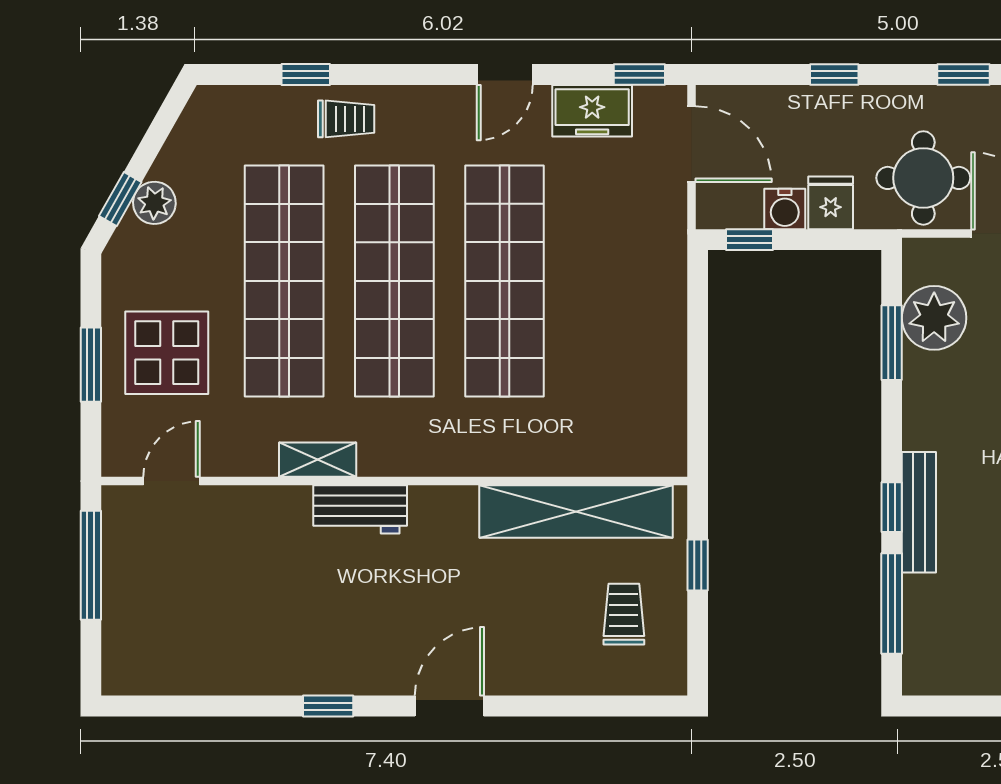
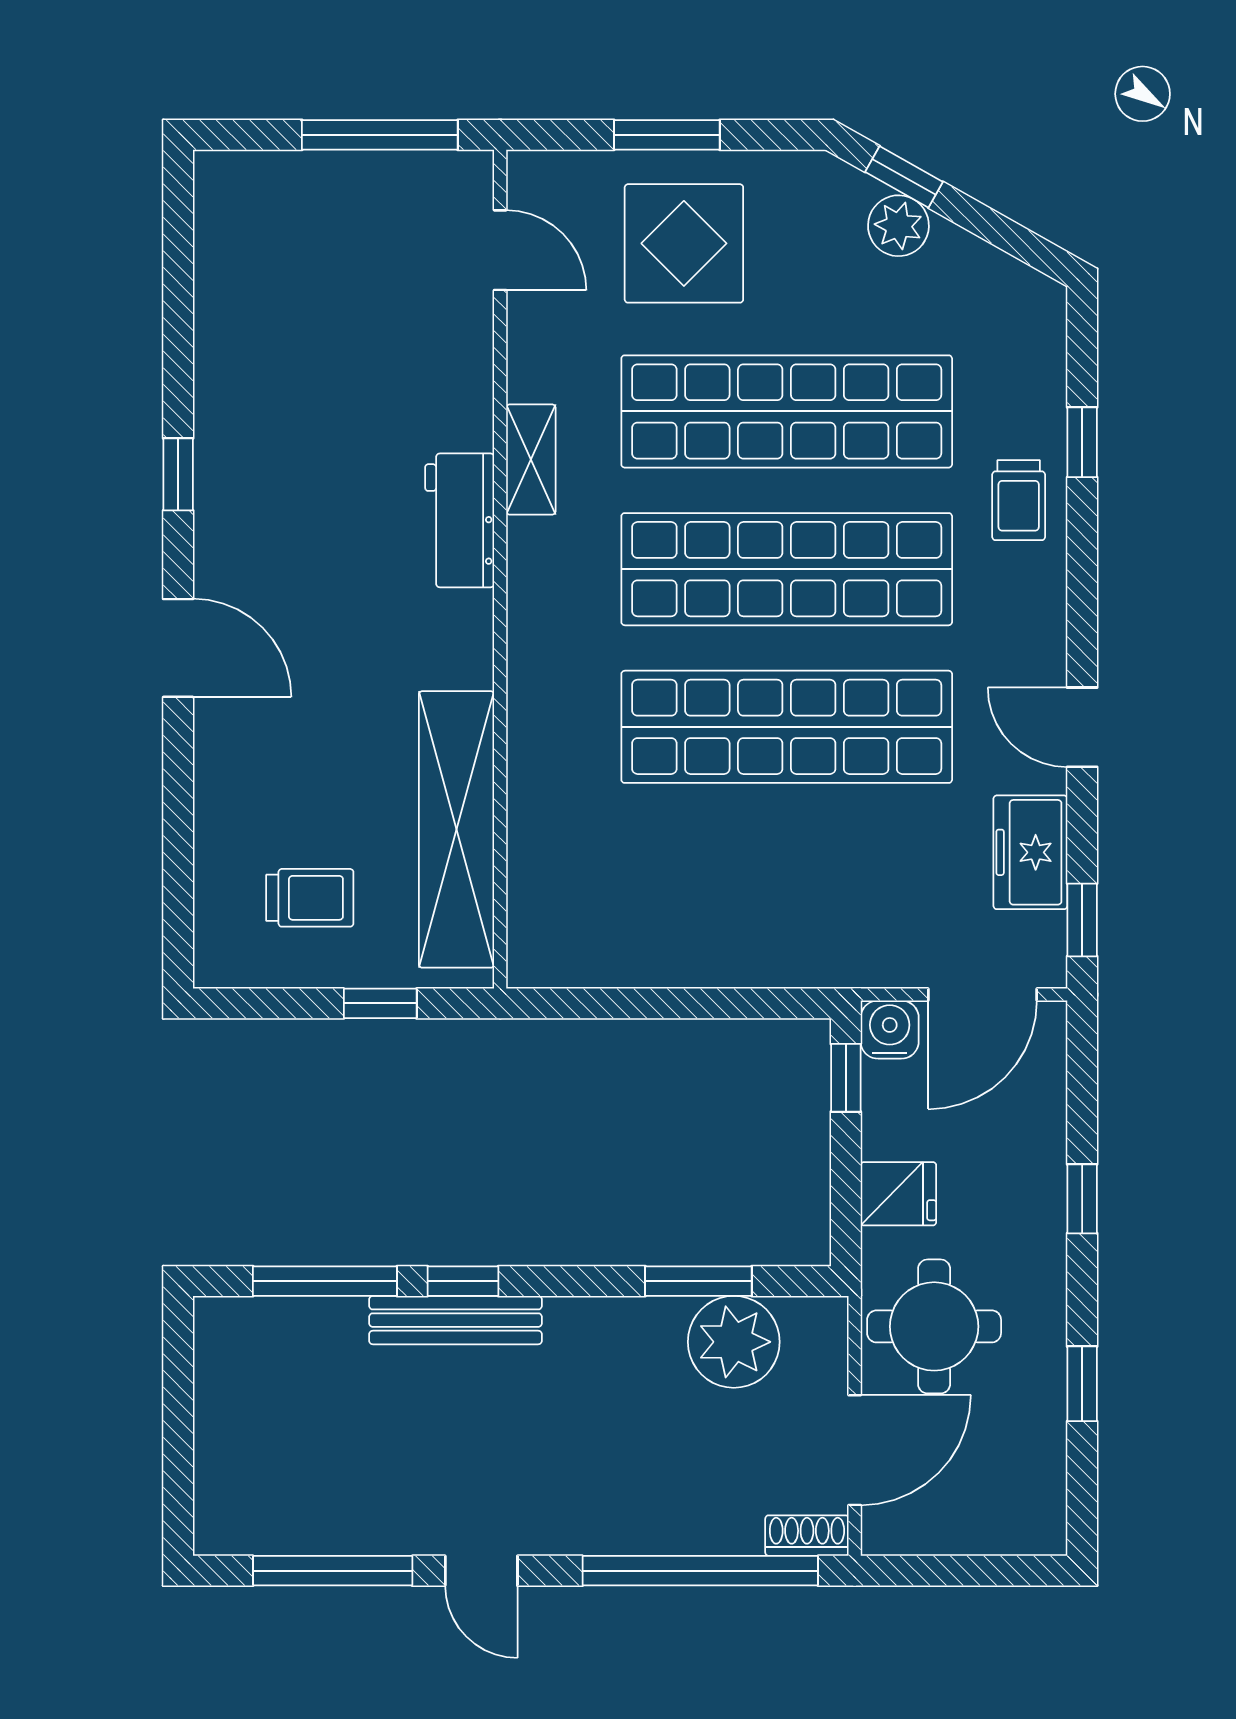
water cooler: (785, 209) -> (890, 1030), moved, turned 90

